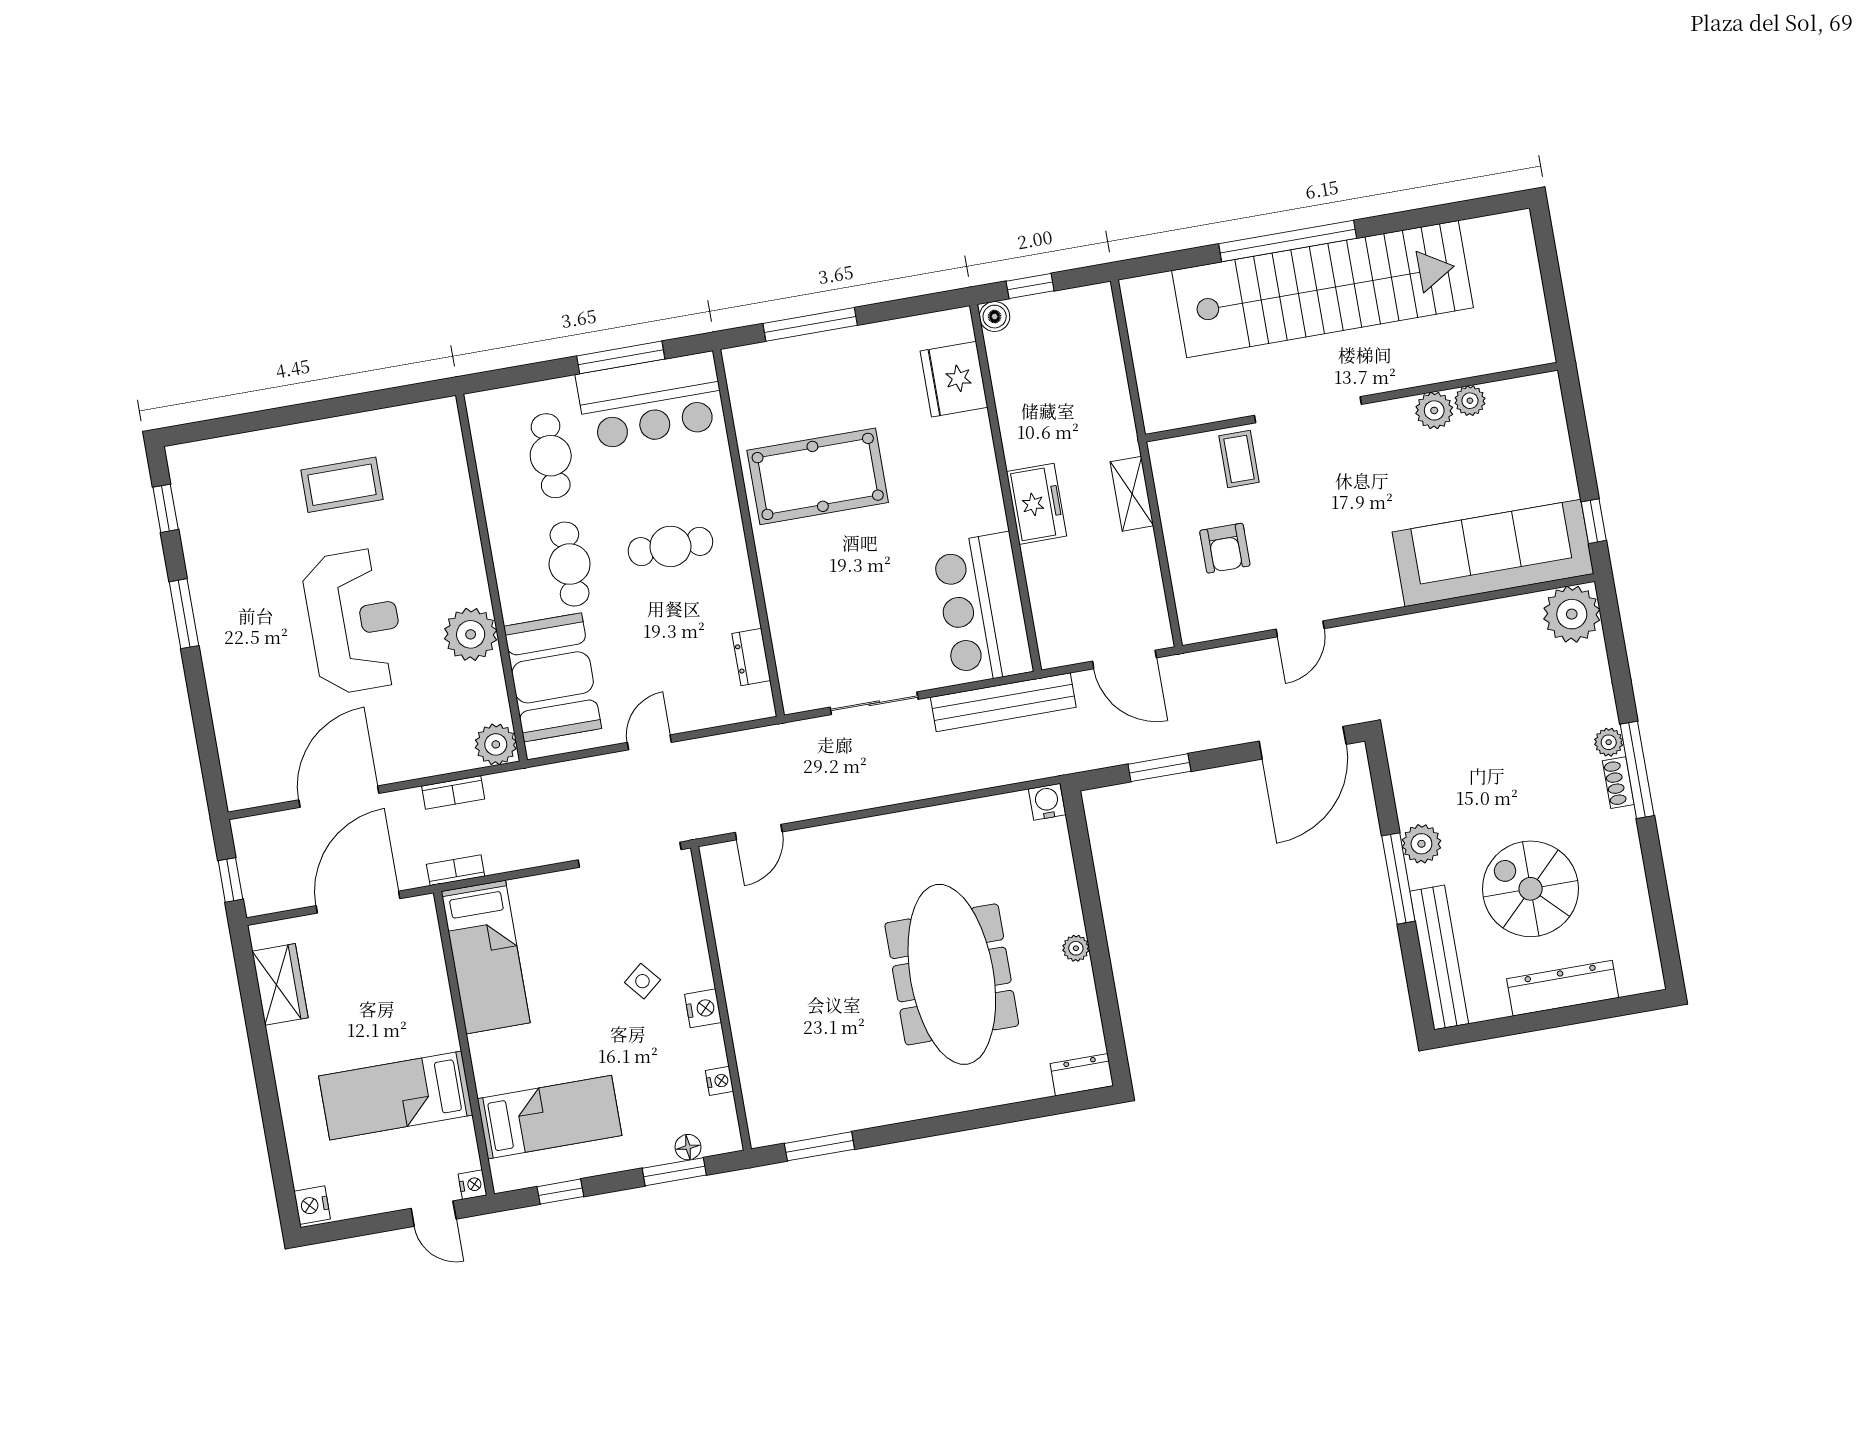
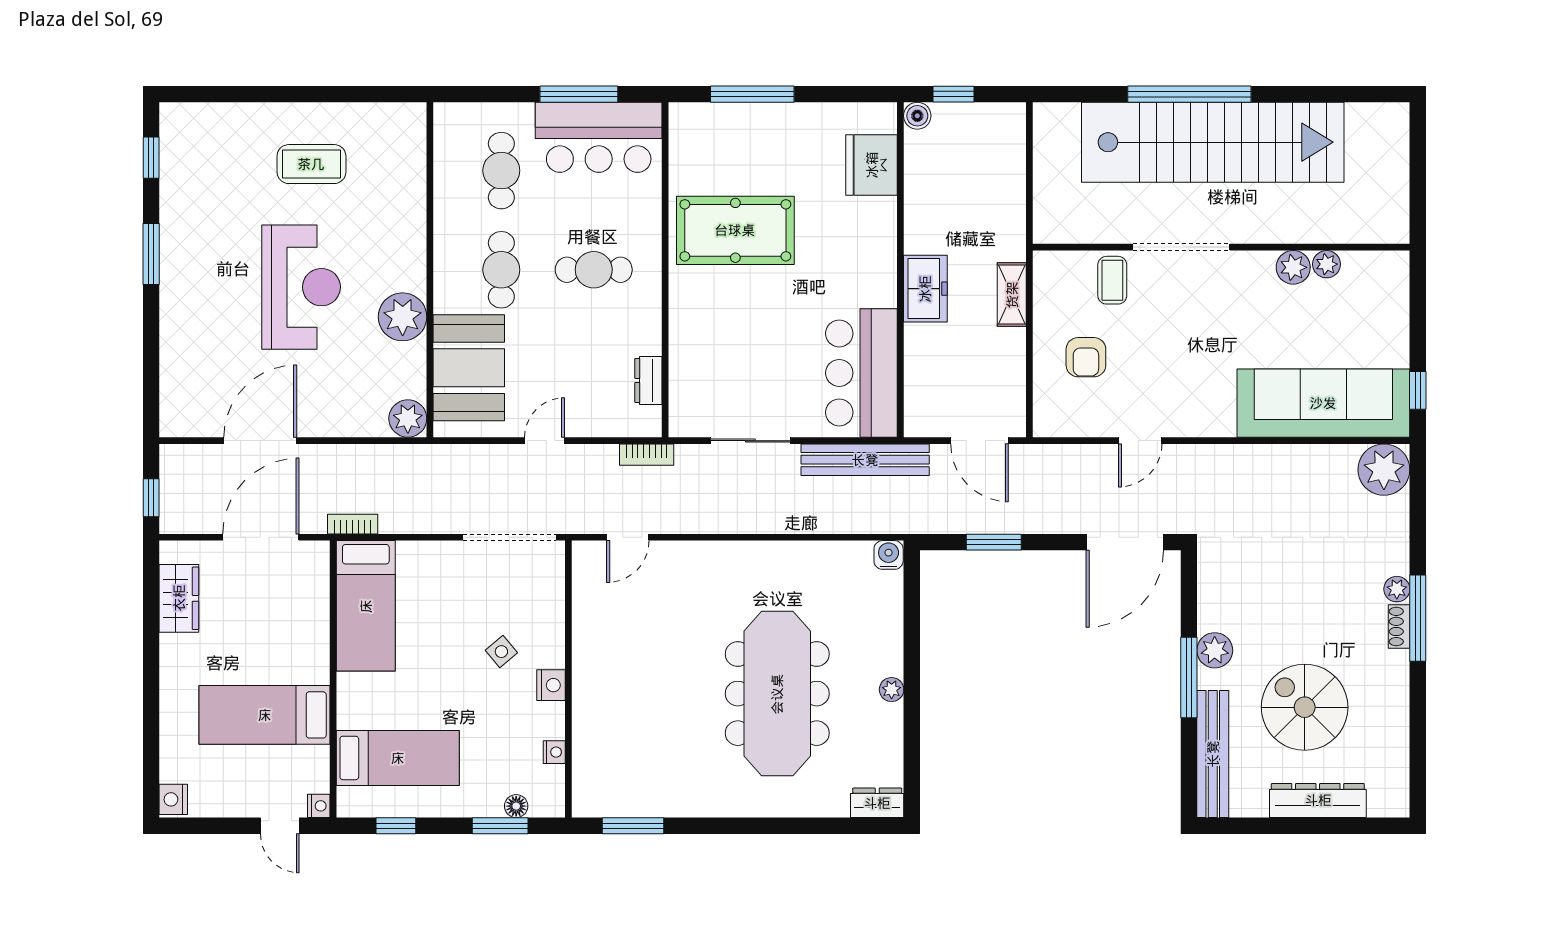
bookcase: (453, 792) -> (647, 455), moved

